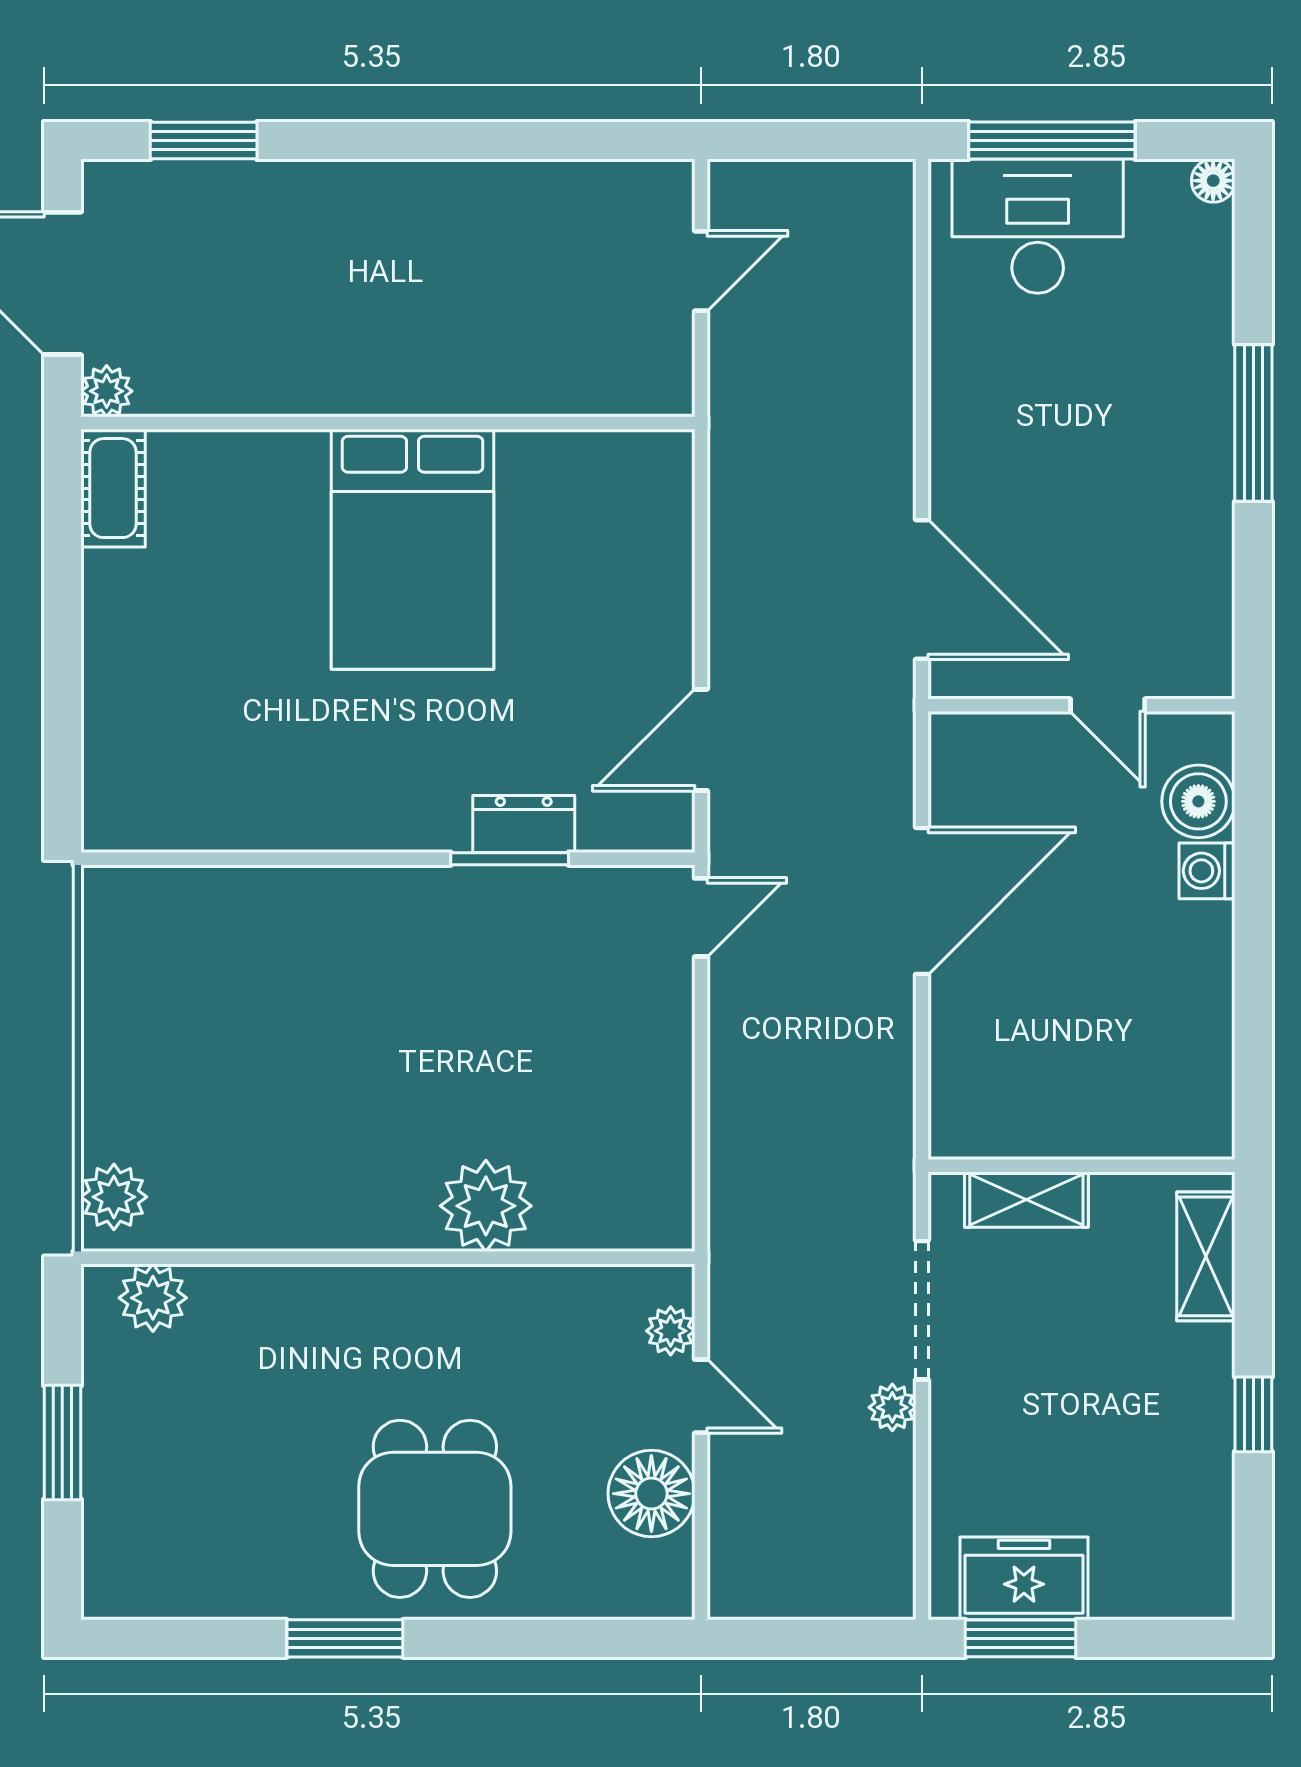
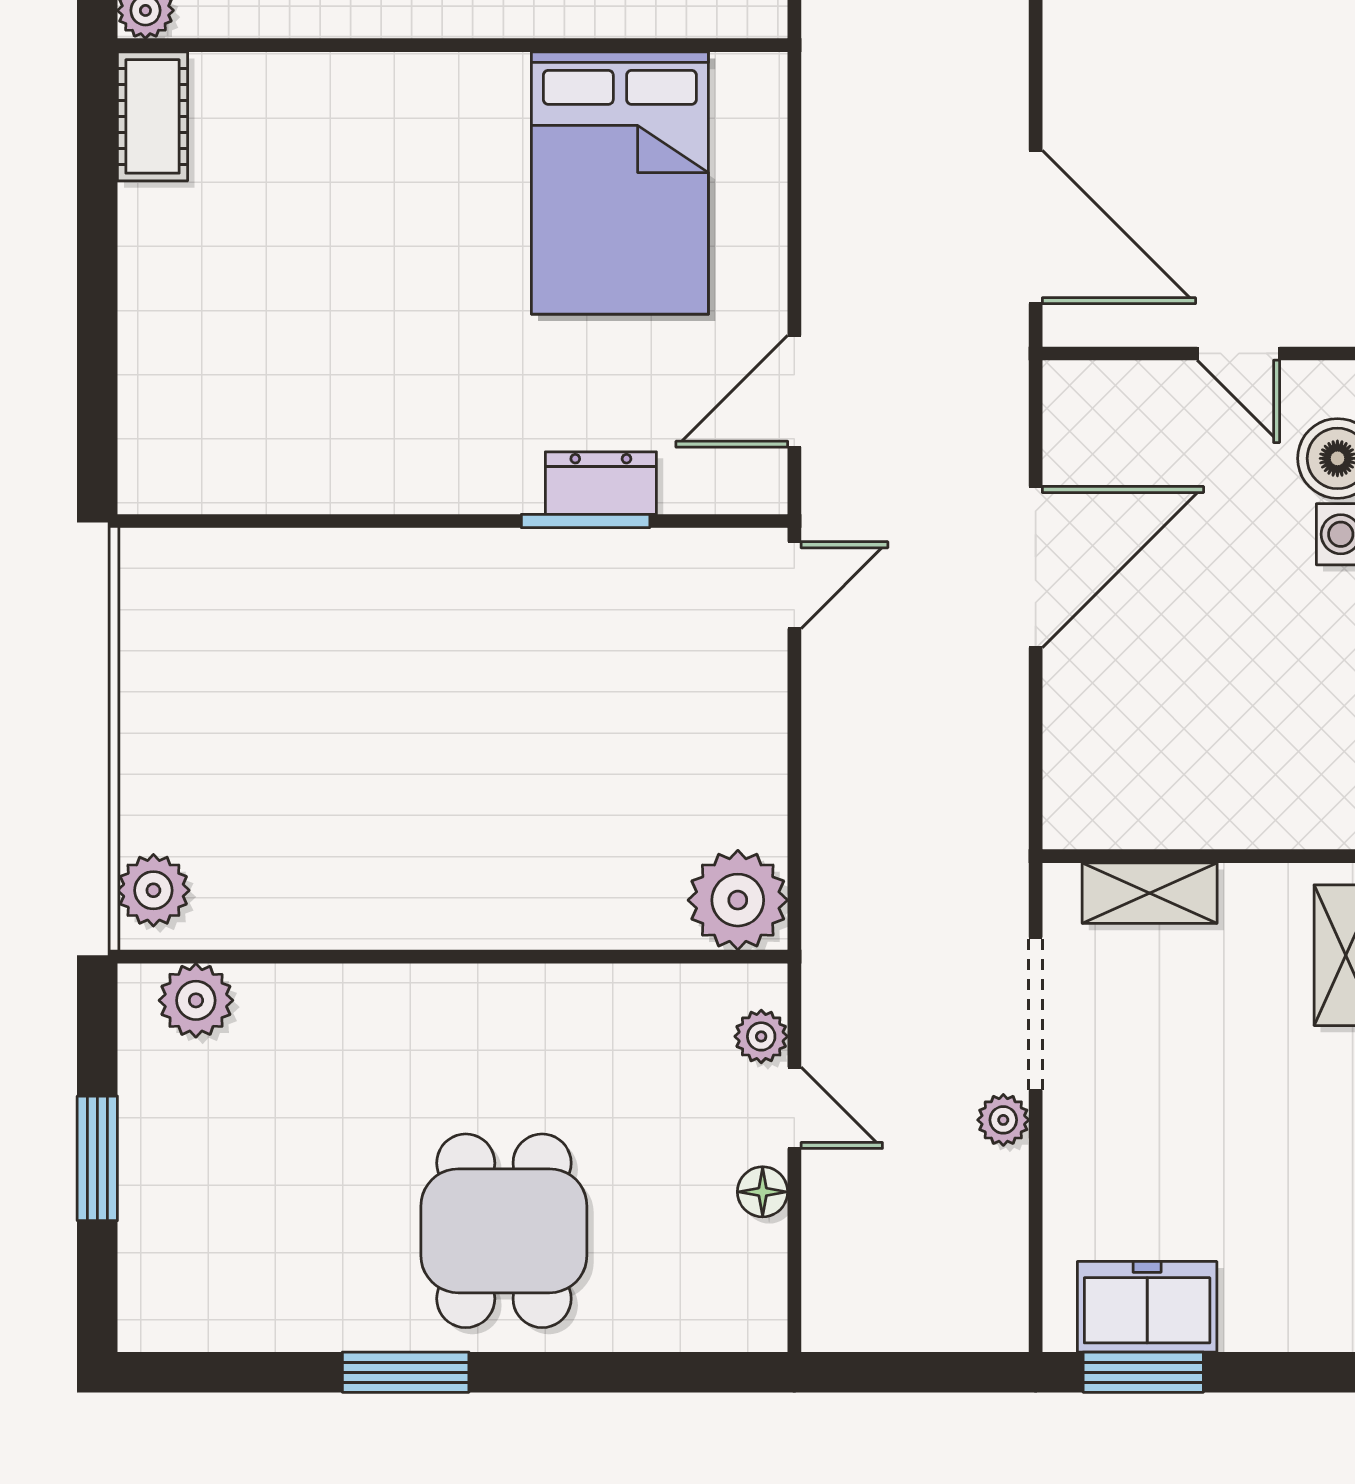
bed: (413, 549) -> (620, 183), moved
plant: (486, 1206) -> (738, 900), moved
floor lamp: (651, 1494) -> (763, 1192), width x0.53, depth x0.53

